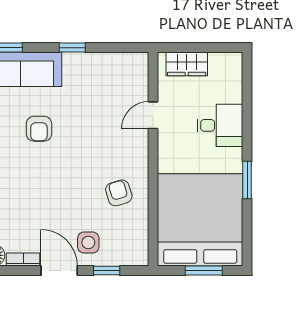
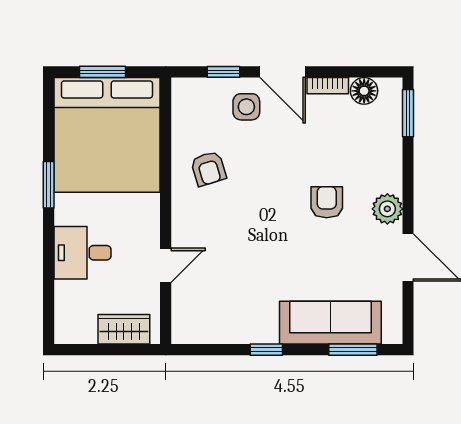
armchair: (39, 129) -> (327, 202), moved

